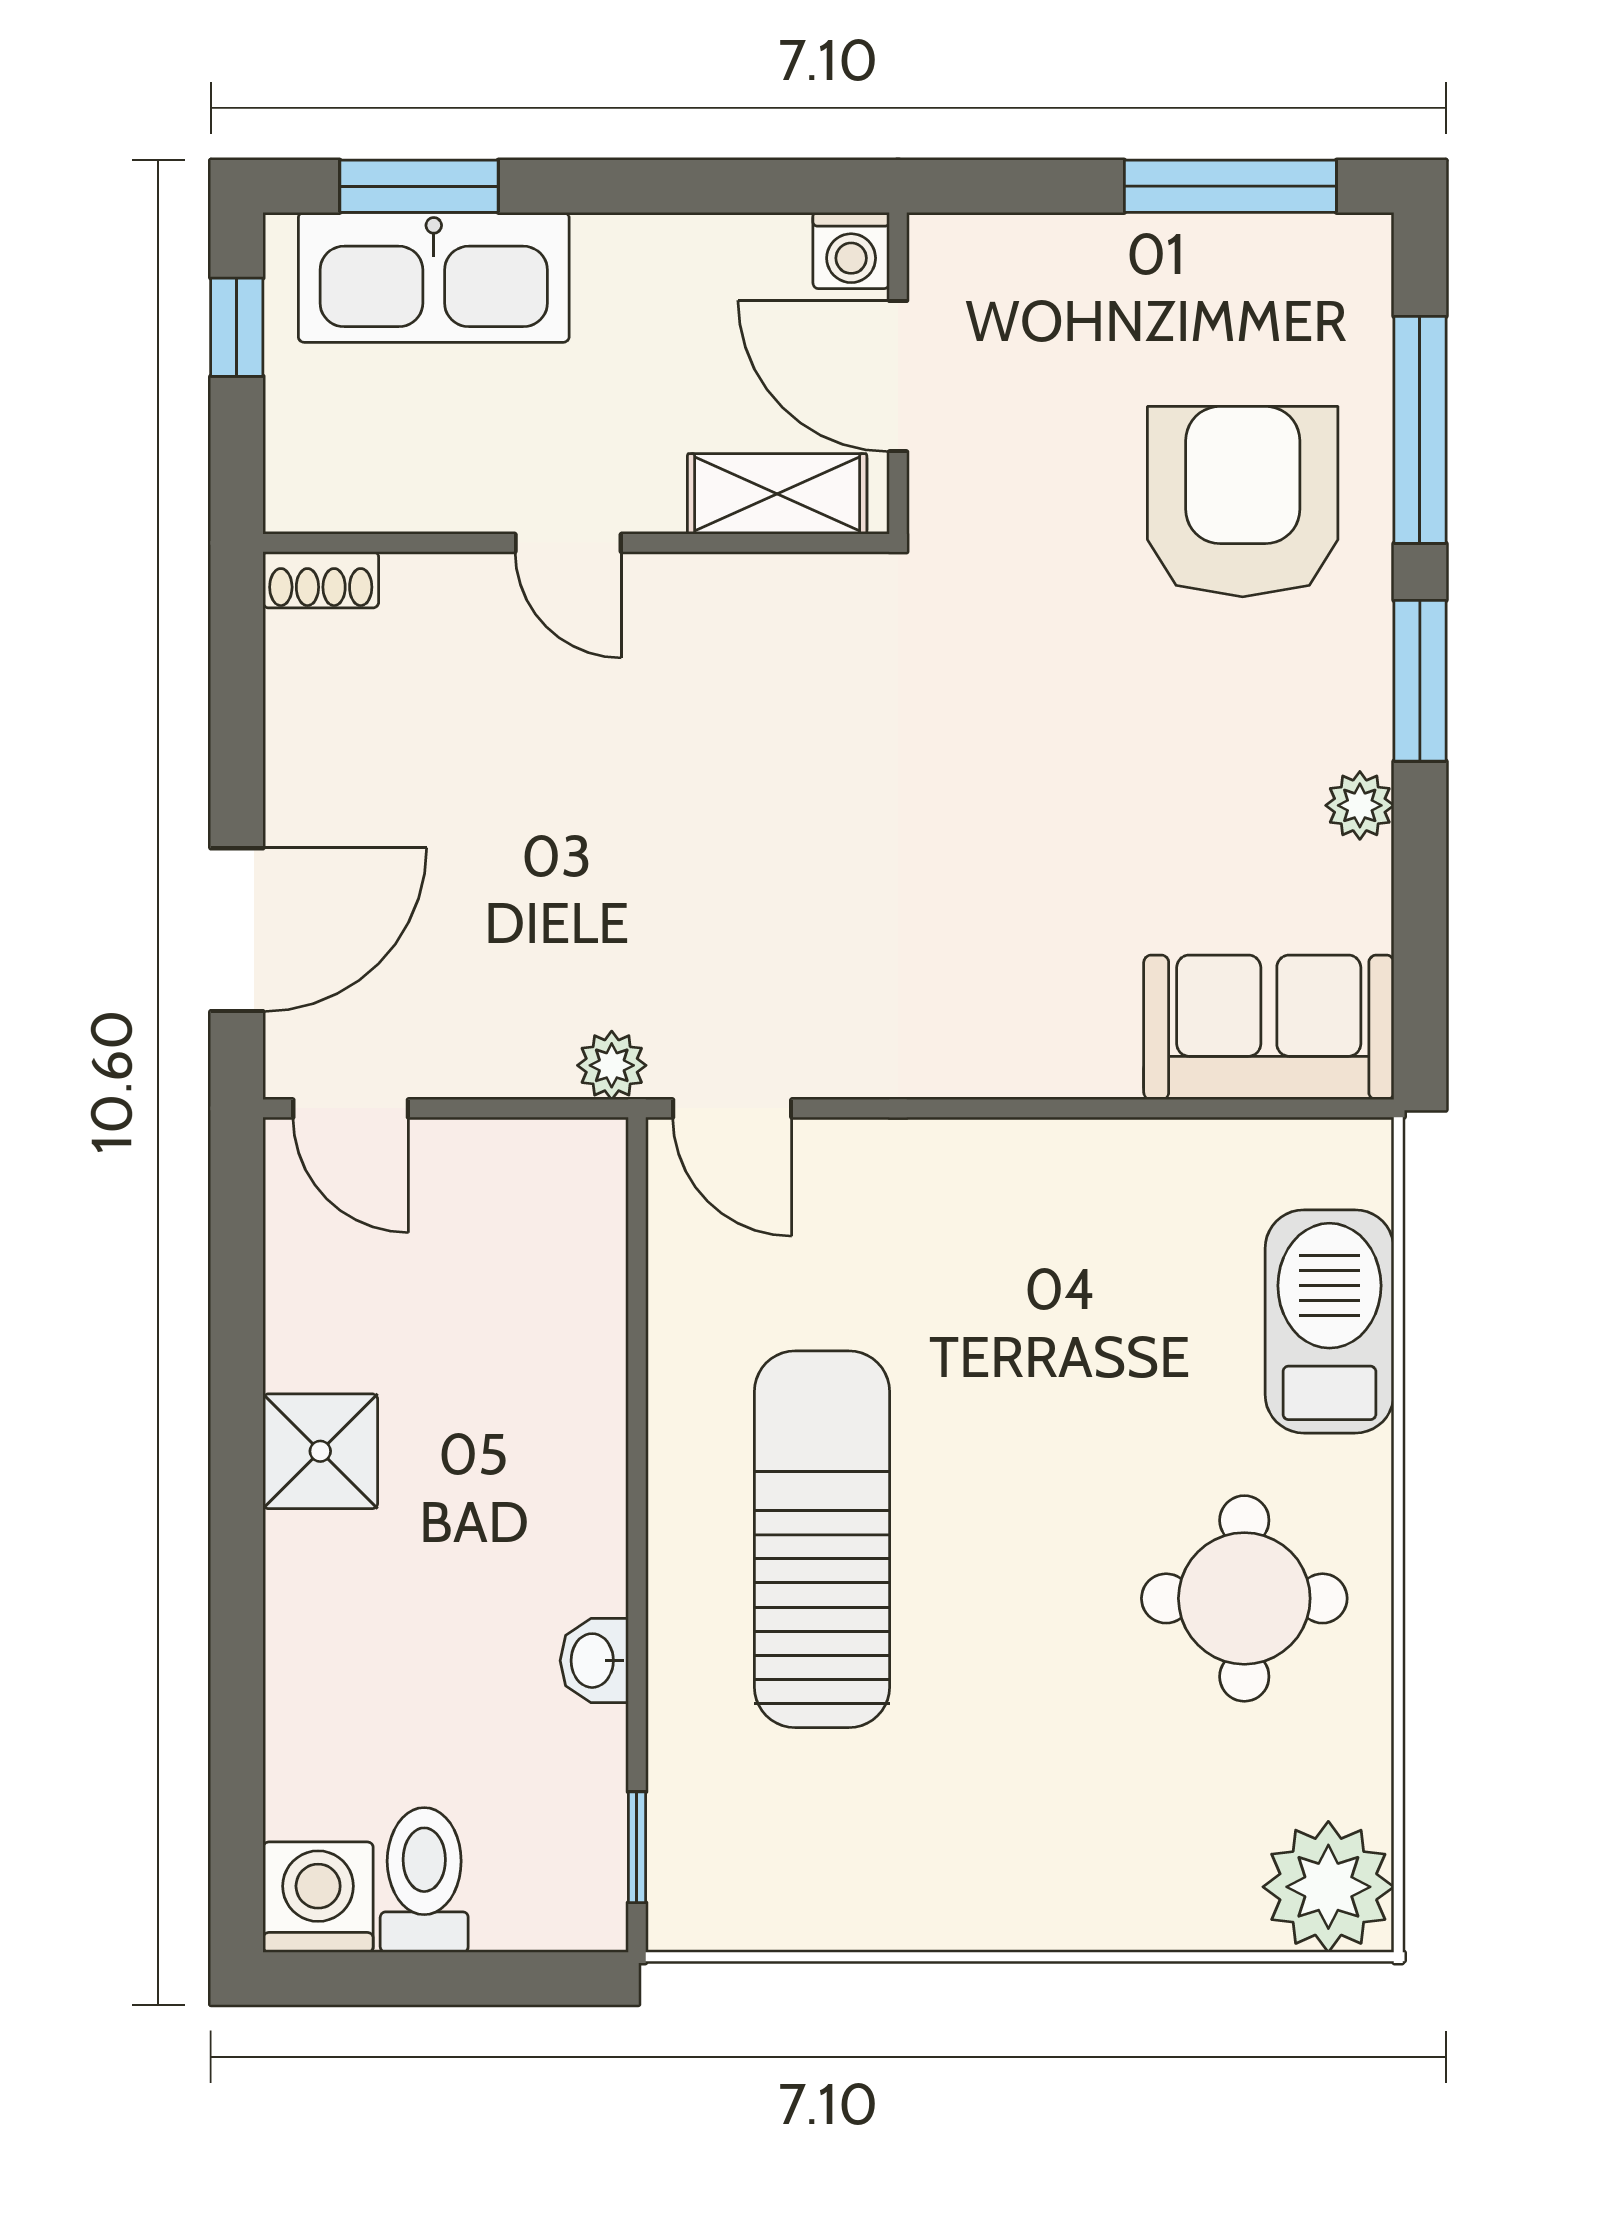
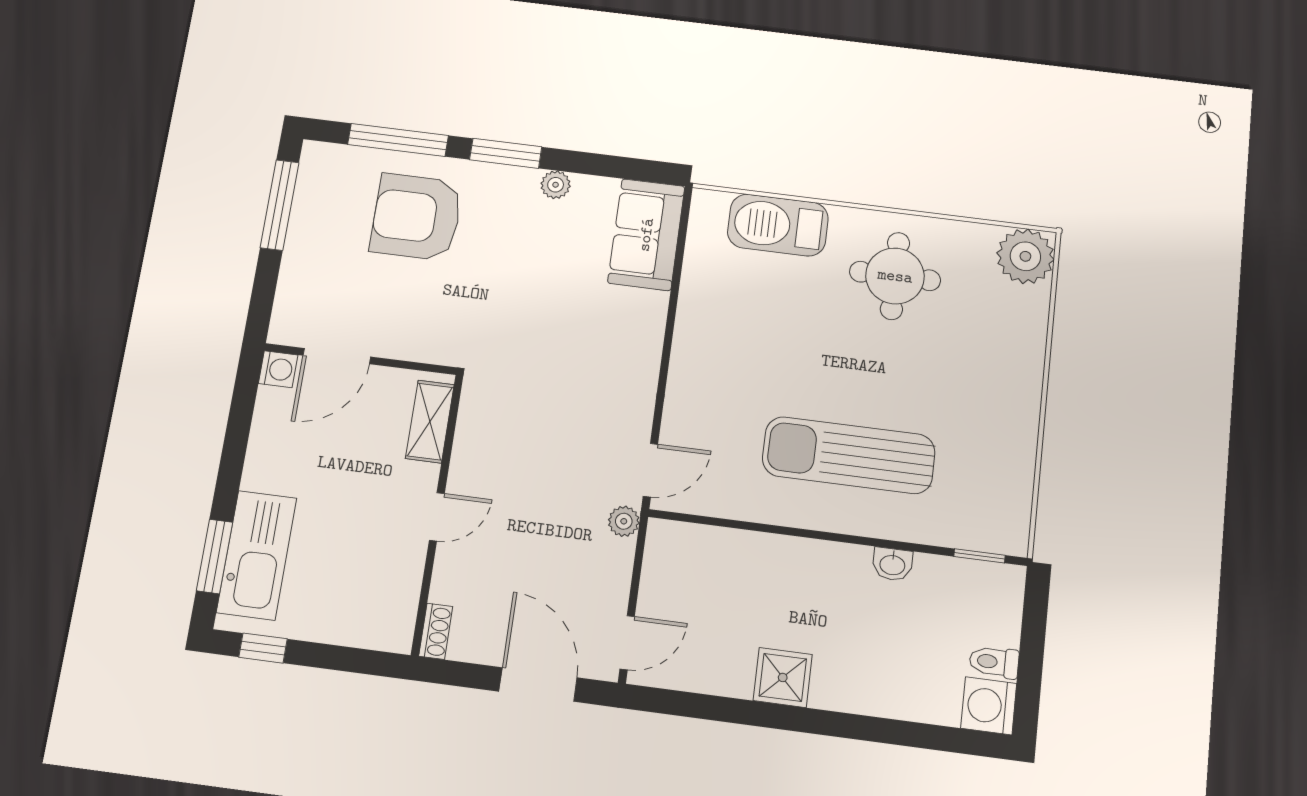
shelving: (777, 494) -> (430, 422), moved
door: (568, 543) -> (437, 517), moved
wall: (576, 543) -> (437, 513), moved
shoe rack: (321, 580) -> (436, 631), moved
toilet: (424, 1880) -> (994, 662), width x0.73, depth x0.72

